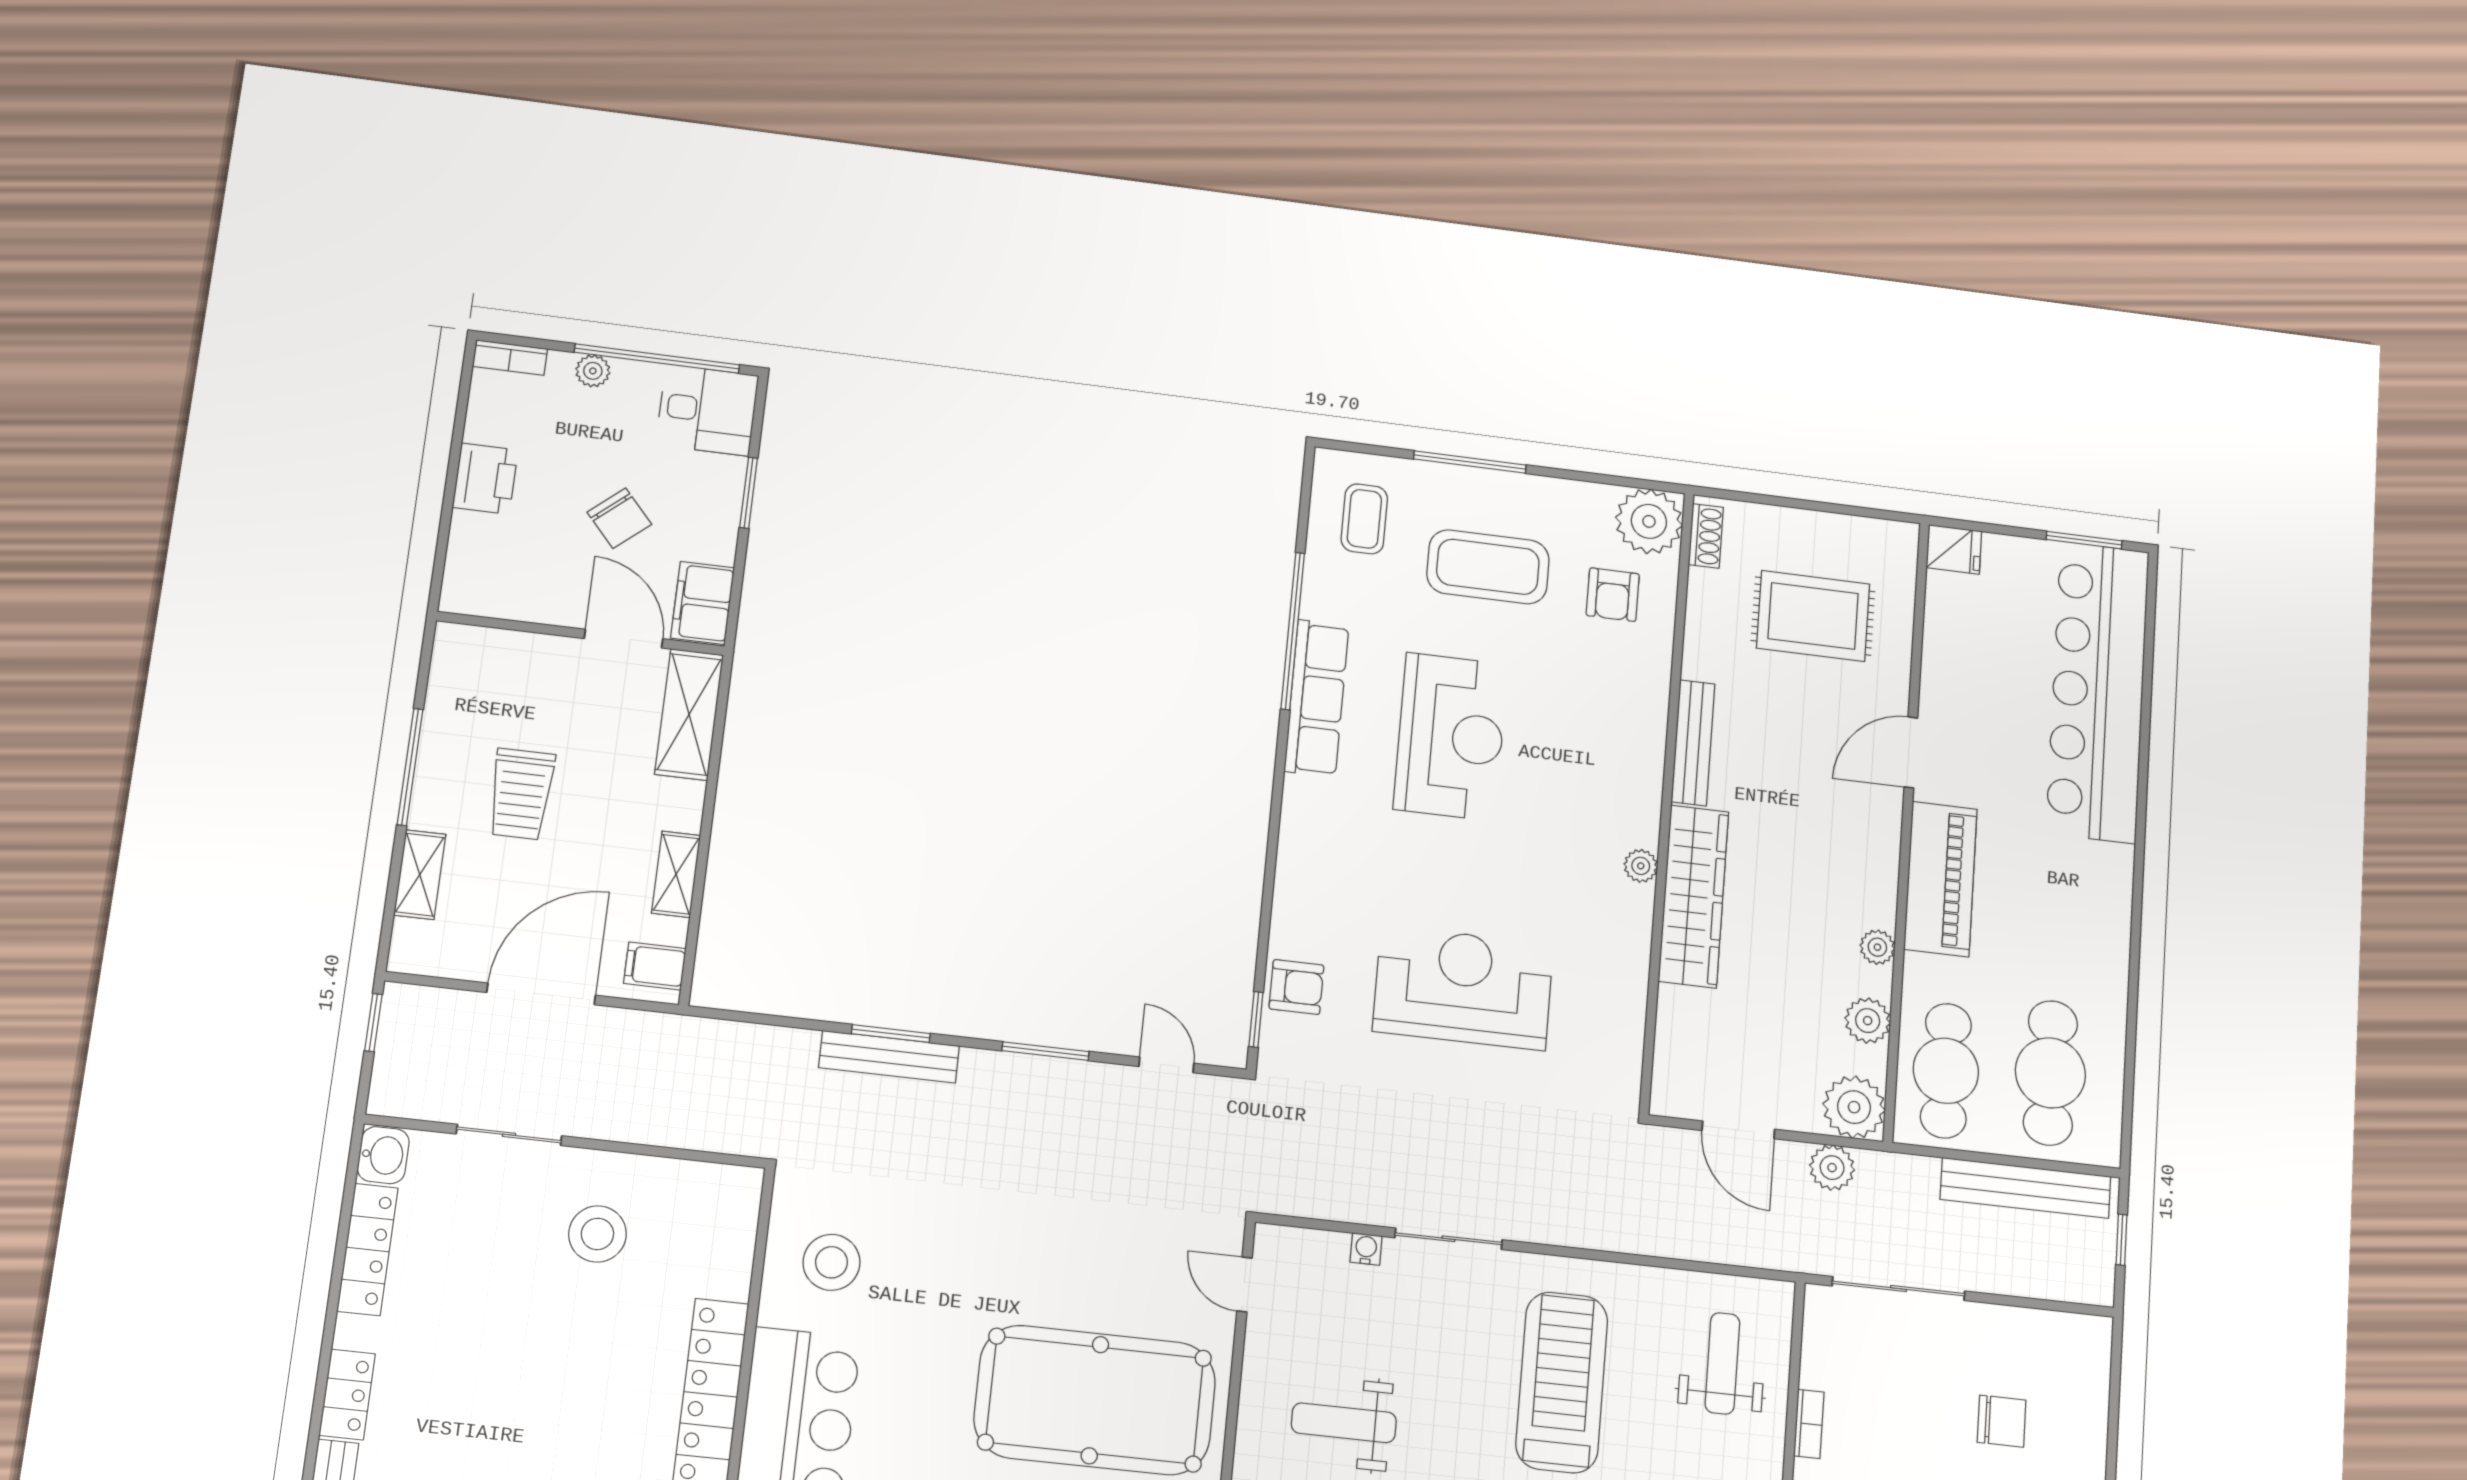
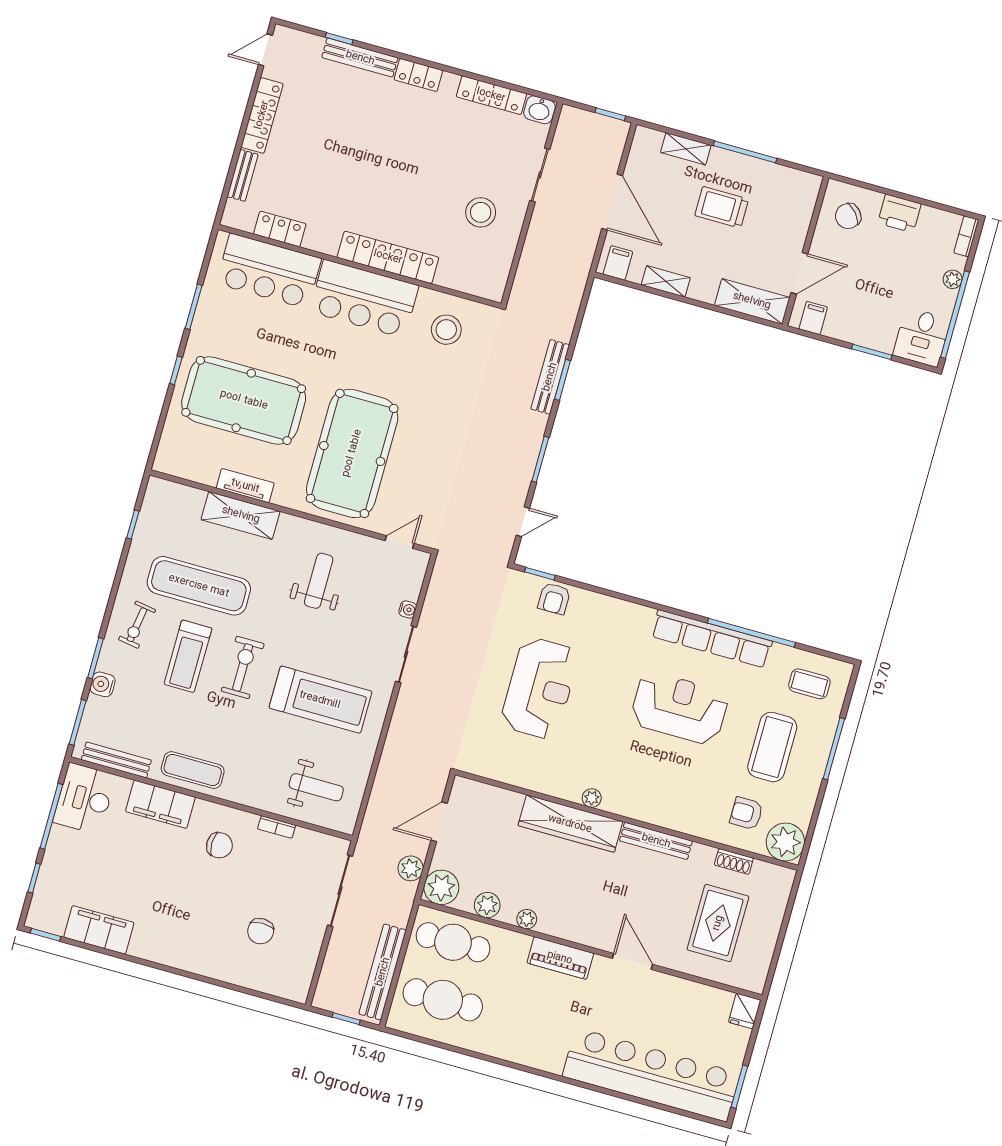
chair: (619, 518) -> (848, 216), moved
shoe rack: (1706, 536) -> (734, 861), moved
filing cabinet: (703, 603) -> (813, 318), width x0.50
row of seats: (1317, 698) -> (712, 639), width x1.36
reception desk: (1451, 737) -> (679, 708), turned 180
piano: (1941, 879) -> (560, 958), width x0.73, depth x0.75

